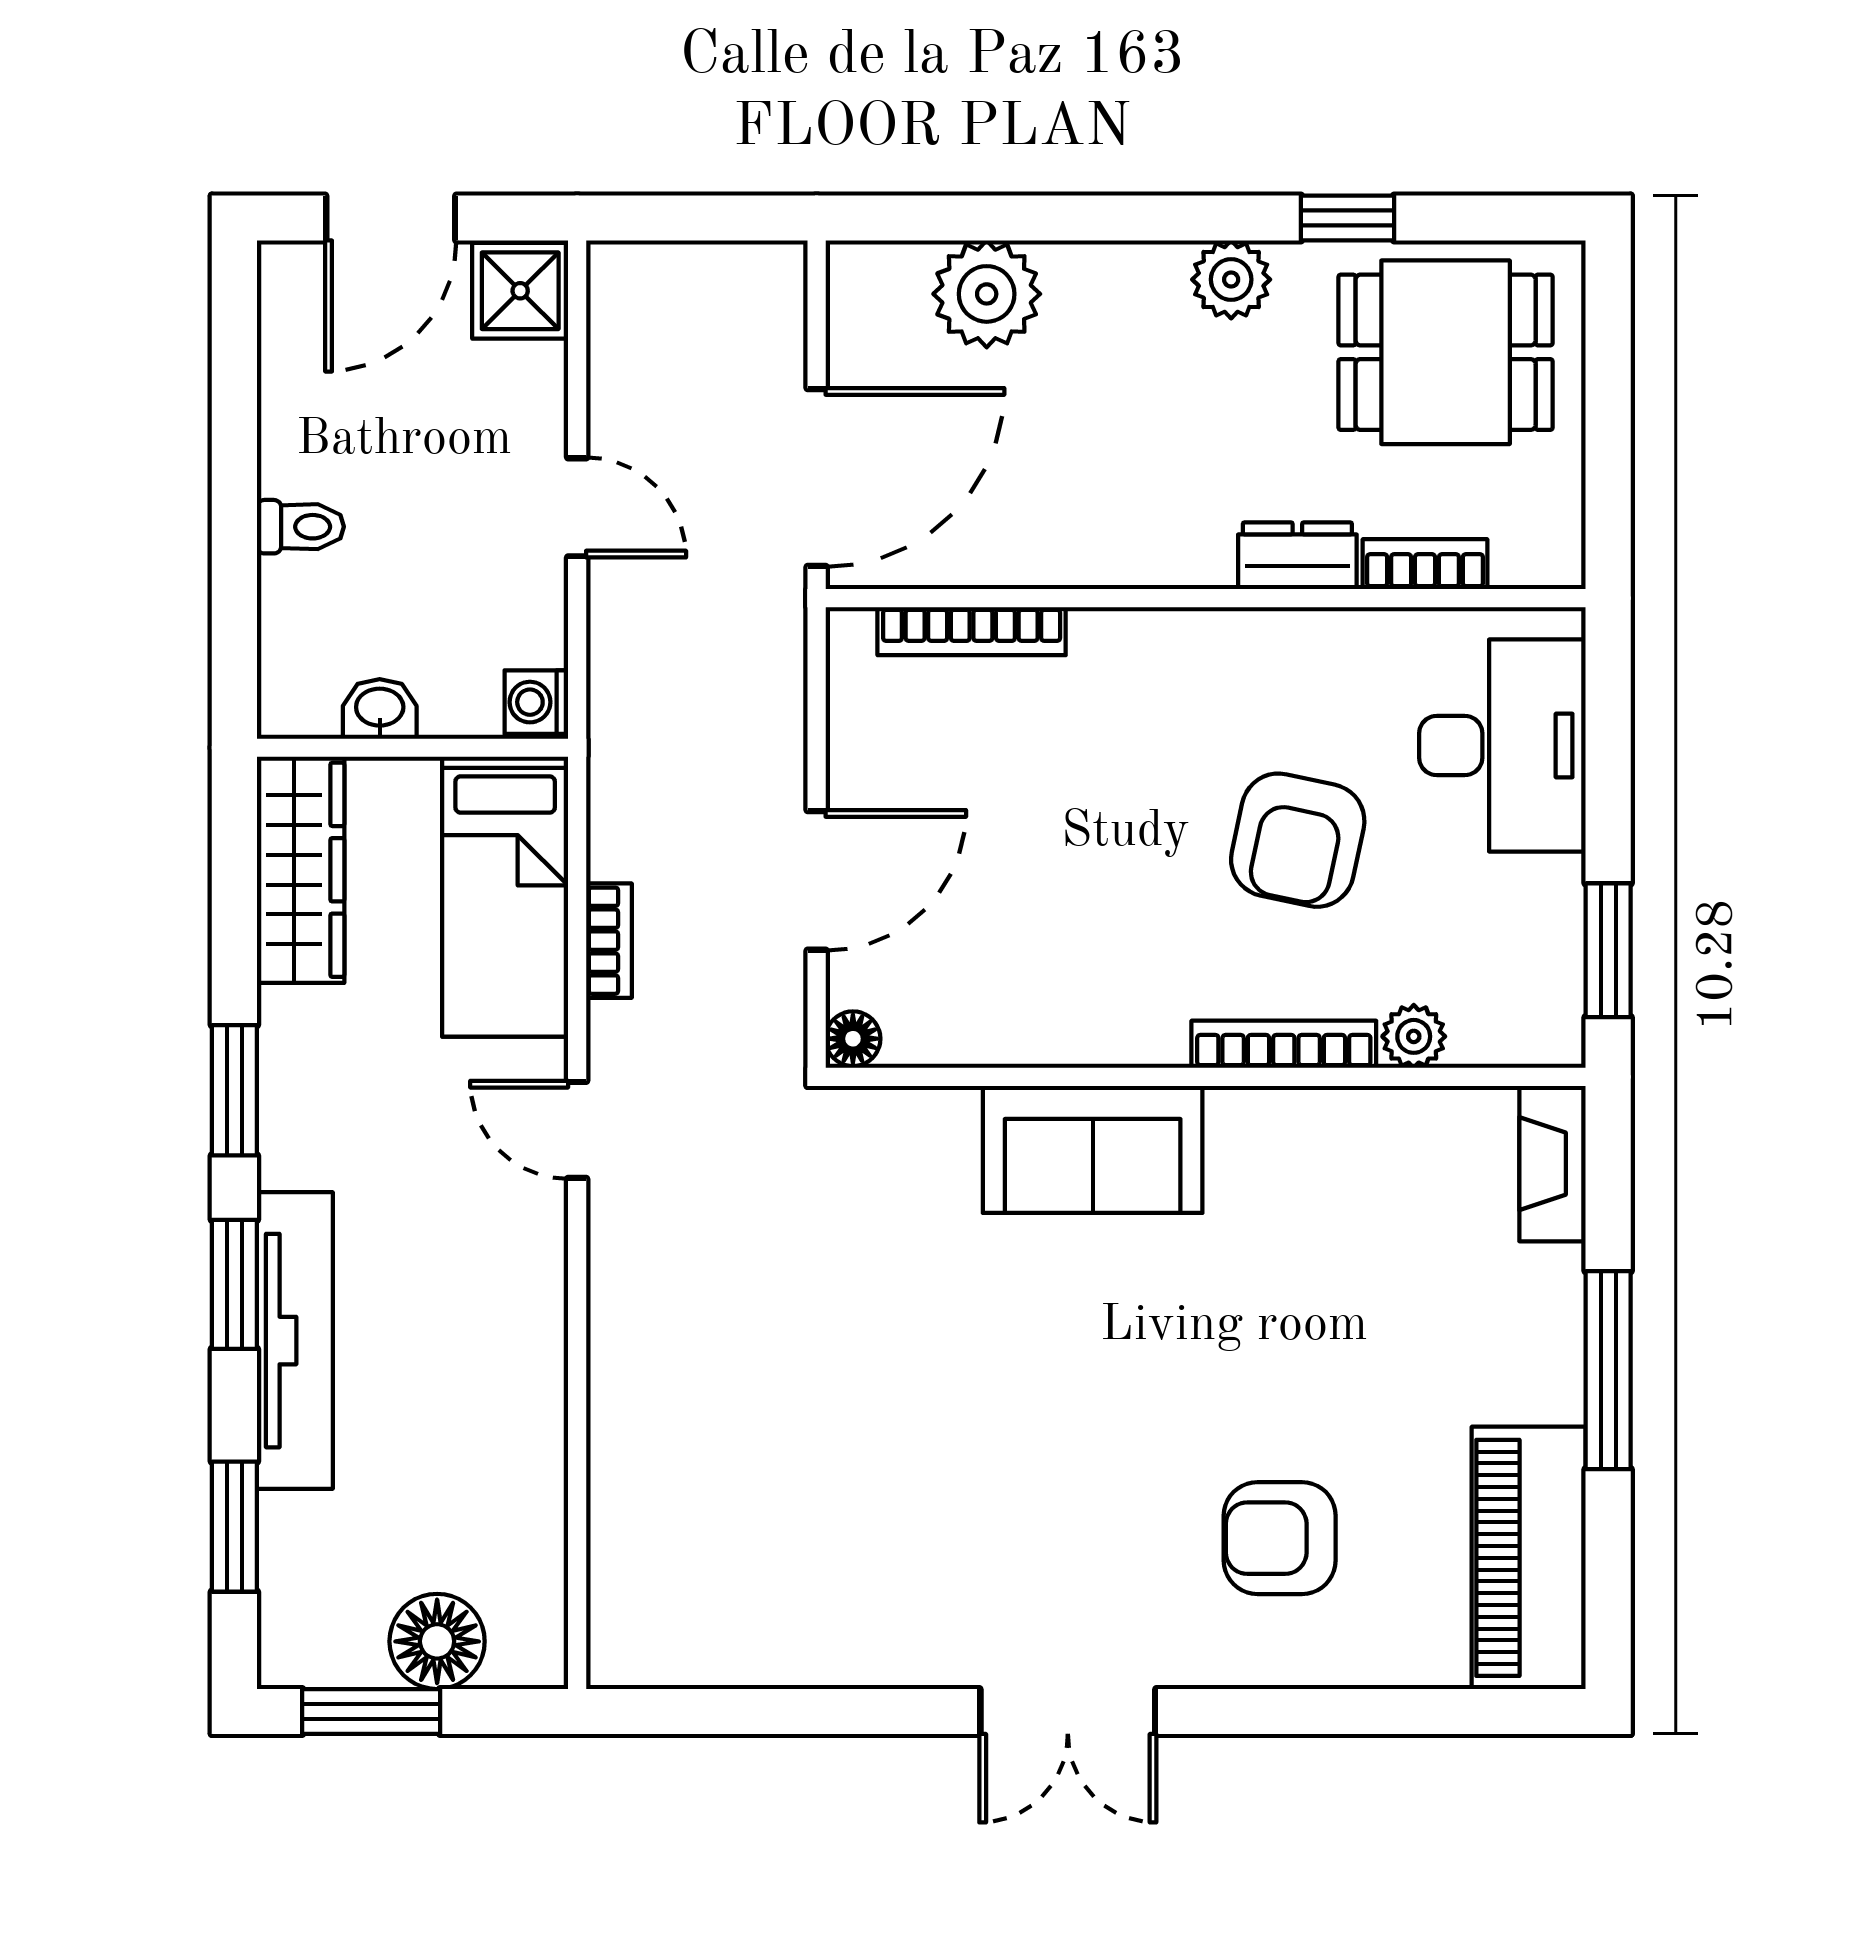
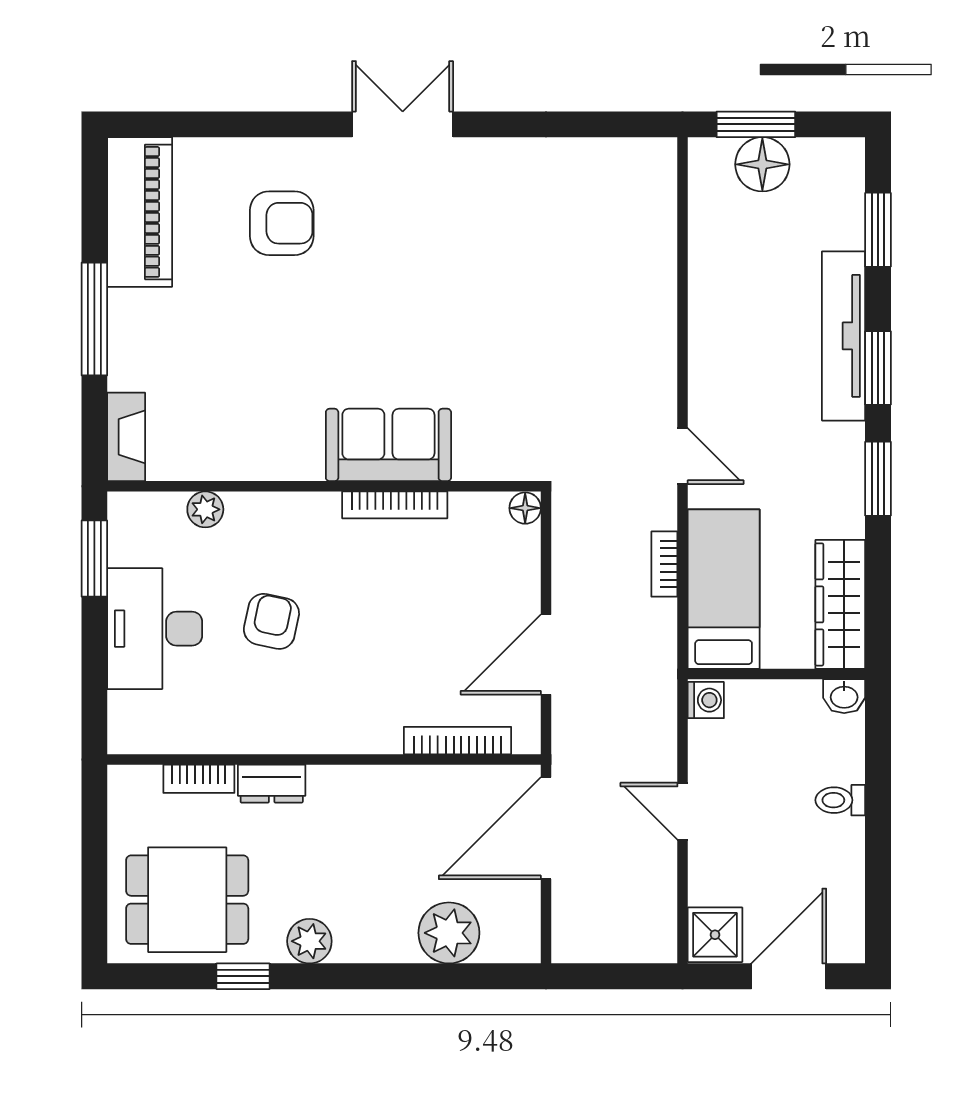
washbasin: (380, 709) -> (844, 696), moved
desk: (1502, 746) -> (155, 629), moved
armchair: (1298, 840) -> (271, 621), width x0.72, depth x0.72
door: (817, 880) -> (546, 655), moved
bookcase: (1284, 1044) -> (395, 505), moved
window: (371, 1711) -> (756, 124), moved

